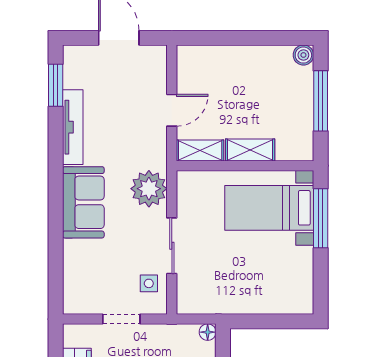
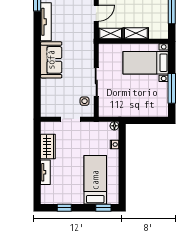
plant: (149, 189) -> (85, 53), removed
window: (321, 218) -> (172, 88), moved

